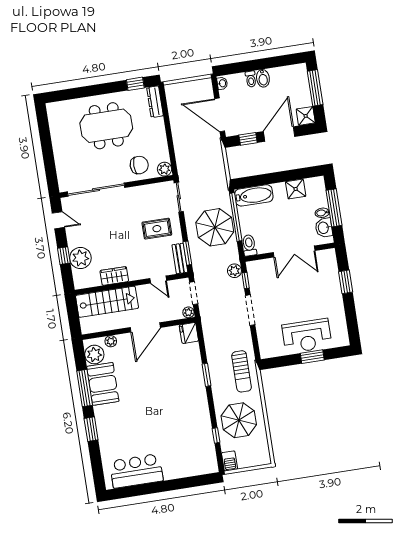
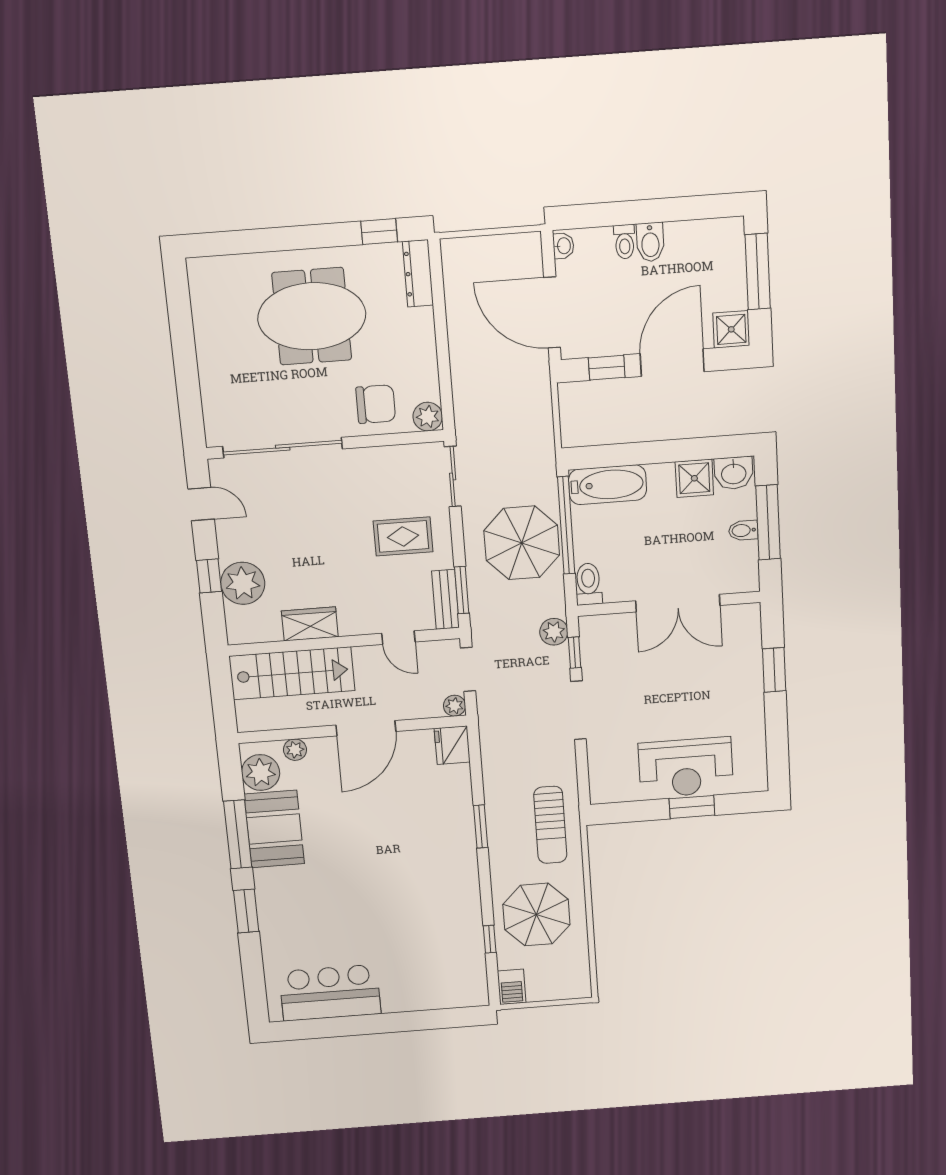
washbasin: (324, 228) -> (734, 473), moved, turned -90

